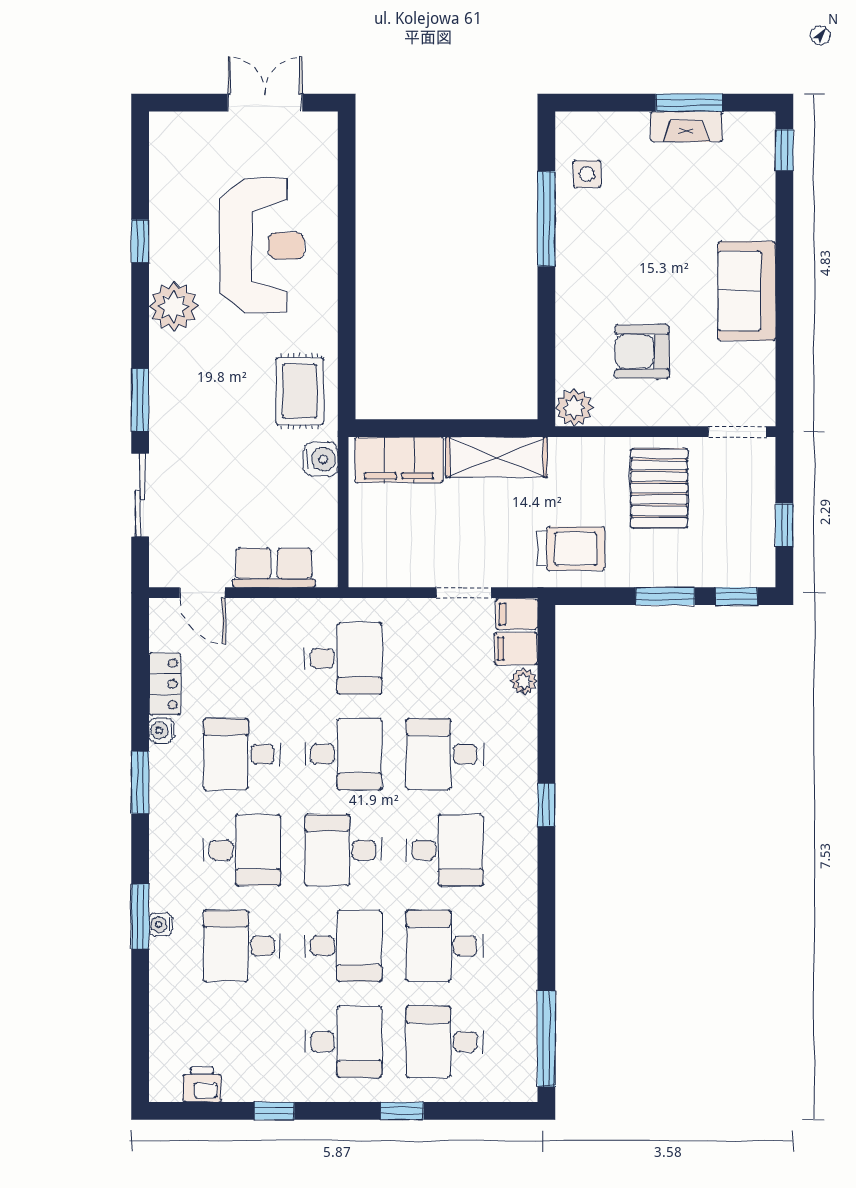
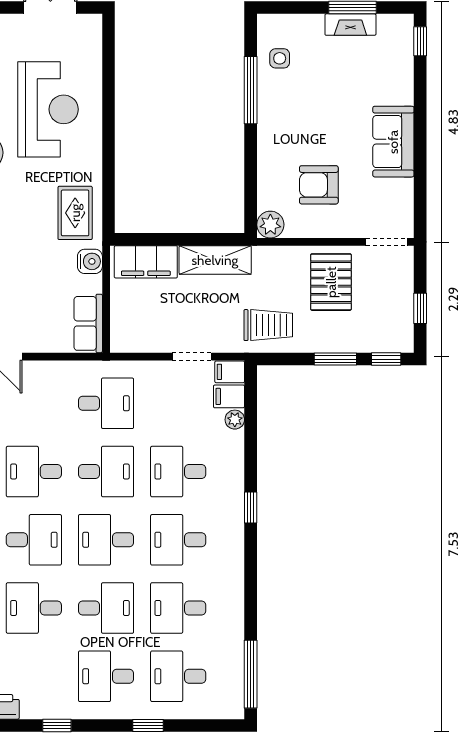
row of seats: (274, 568) -> (88, 323), moved, turned -90
desk: (445, 850) -> (178, 540), turned 180
desk: (343, 1042) -> (106, 676), turned 180

